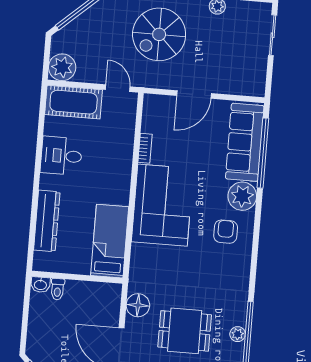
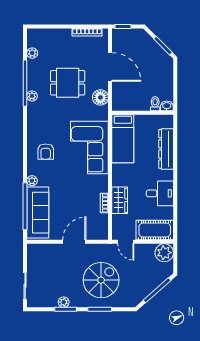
wardrobe: (122, 150) -> (120, 200), added
plant: (242, 196) -> (32, 181), width x0.53, depth x0.53
corner sofa: (162, 205) -> (89, 147), moved
plant: (238, 334) -> (32, 96), moved

